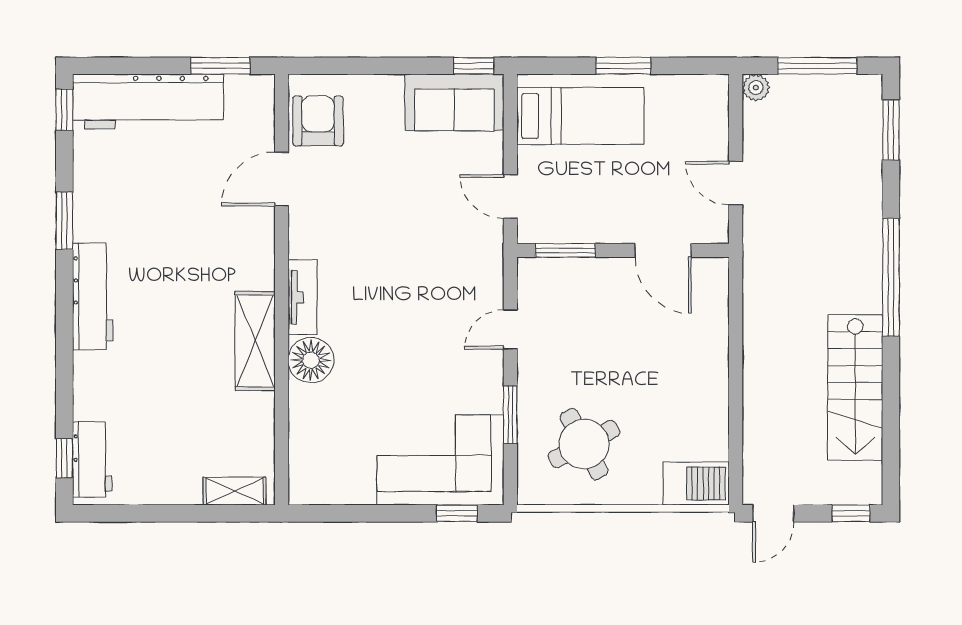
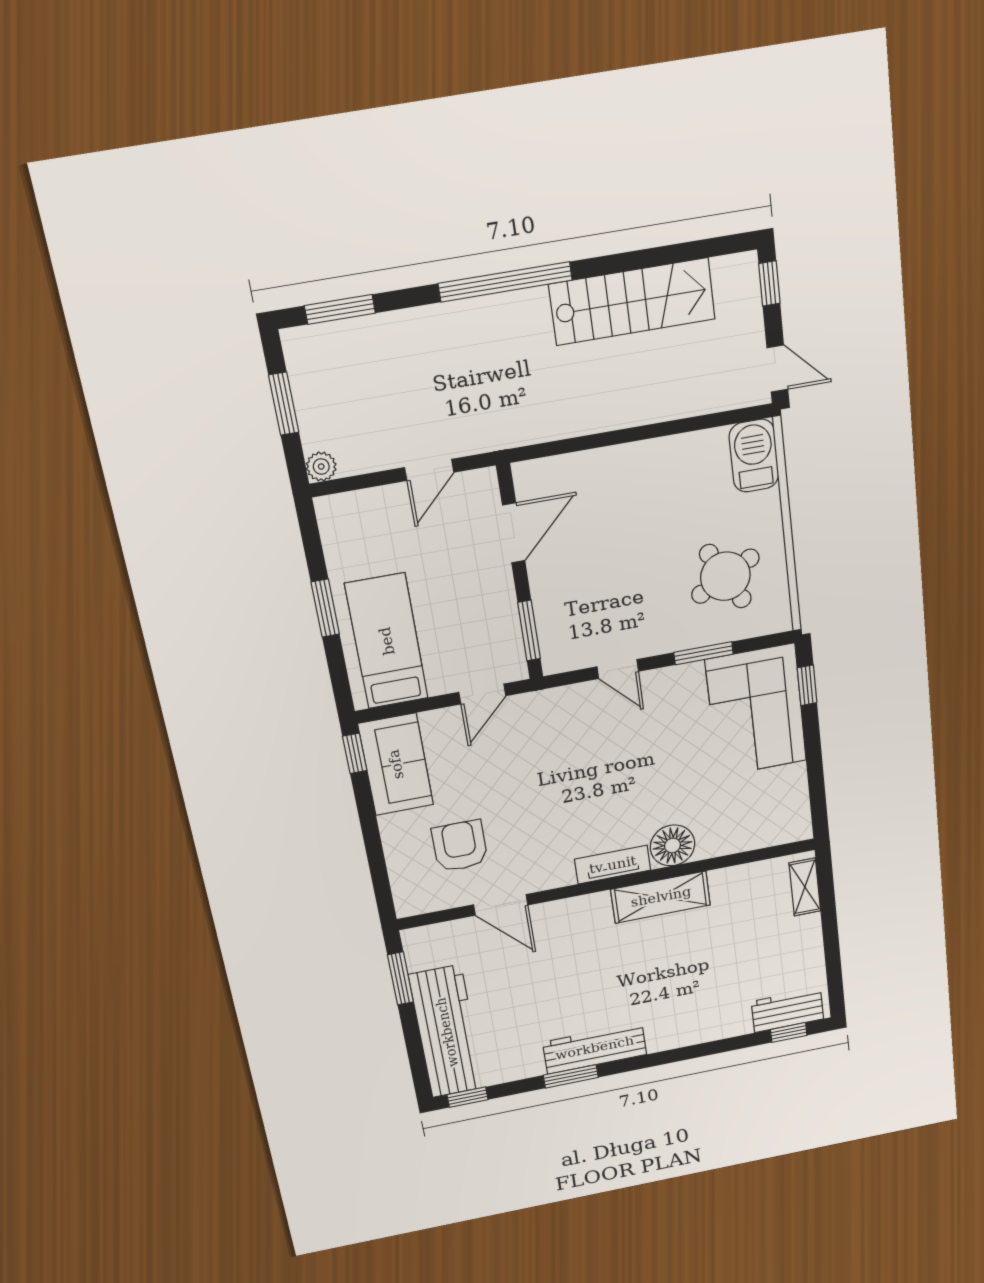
window: (818, 66) -> (284, 404), width x0.69
armchair: (318, 121) -> (460, 846), moved, turned 90
workbench: (93, 296) -> (595, 1048), moved

